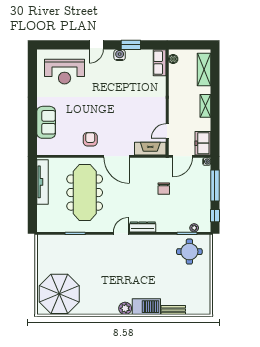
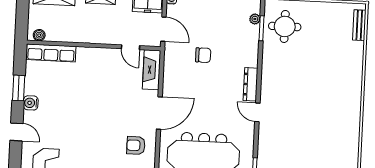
row of seats: (160, 63) -> (51, 53), width x1.48
barbecue: (146, 307) -> (352, 85), removed
plant: (125, 308) -> (353, 112), removed
bench: (173, 310) -> (359, 25), moved

